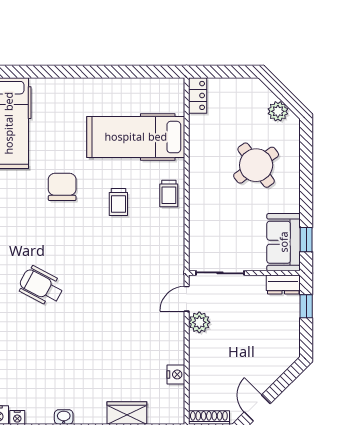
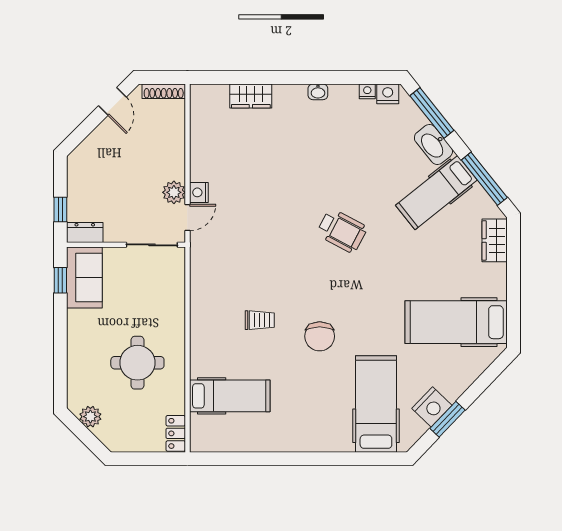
hospital bed: (136, 137) -> (230, 396), width x0.73, depth x0.78
round table: (256, 165) -> (137, 363), moved, turned 36
trolley: (169, 193) -> (206, 329), removed
trolley: (118, 202) -> (260, 320), turned 90
nightstand: (176, 374) -> (199, 192), moved

